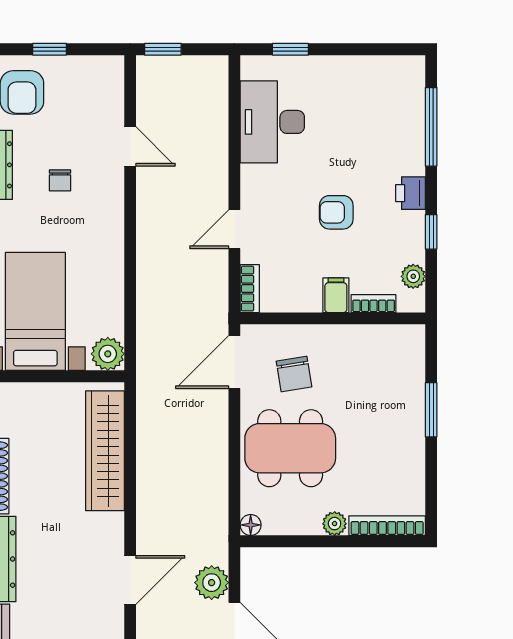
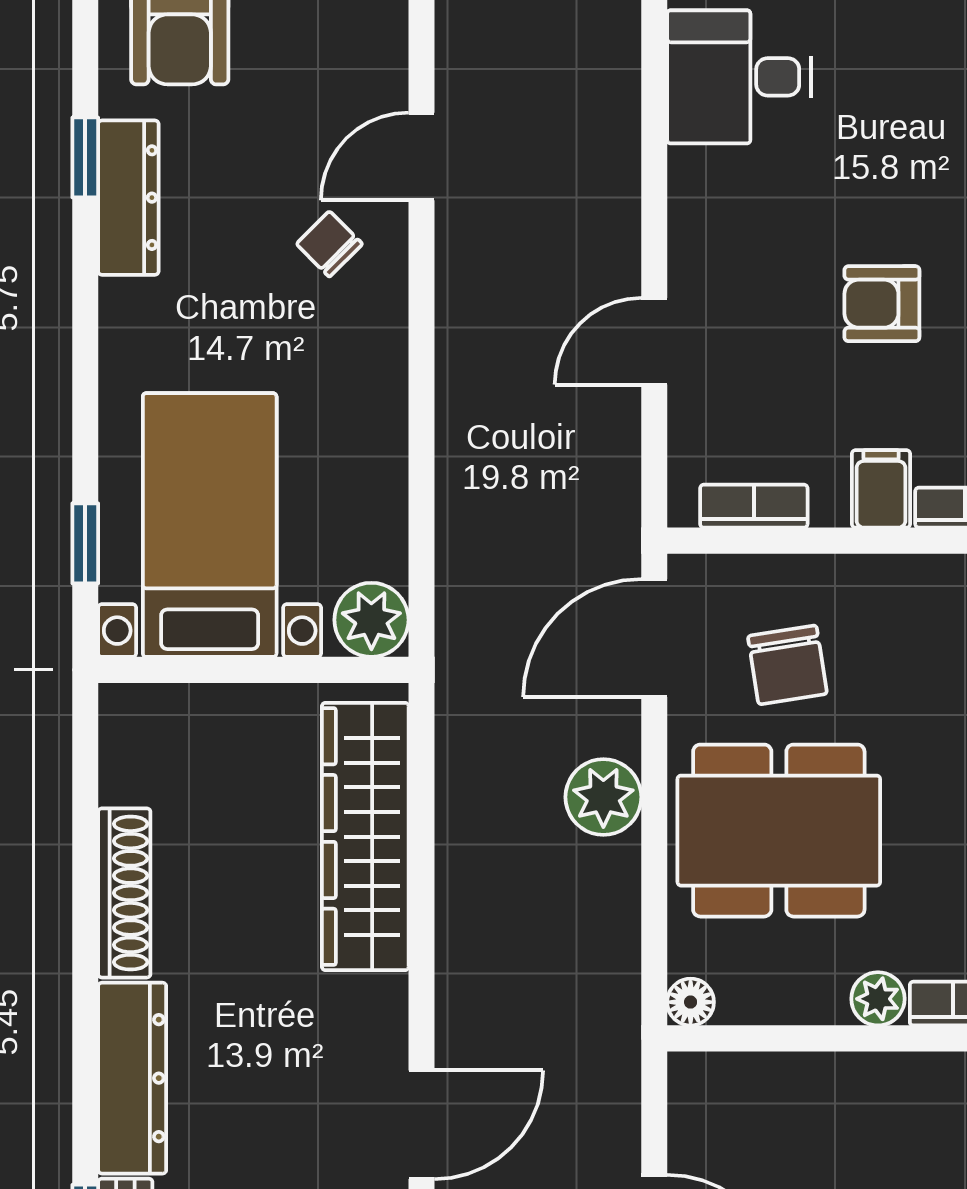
desk: (272, 122) -> (739, 77), width x0.73
door: (130, 146) -> (421, 156), swing flipped
chair: (60, 180) -> (329, 244), moved, turned 135
bookcase: (250, 289) -> (754, 506), moved, turned -90
plant: (212, 583) -> (603, 797), moved

